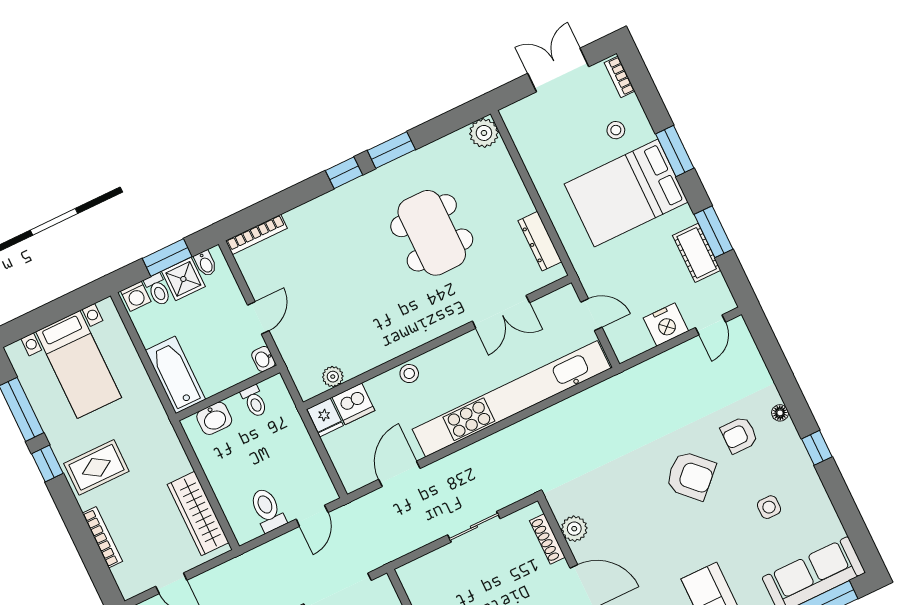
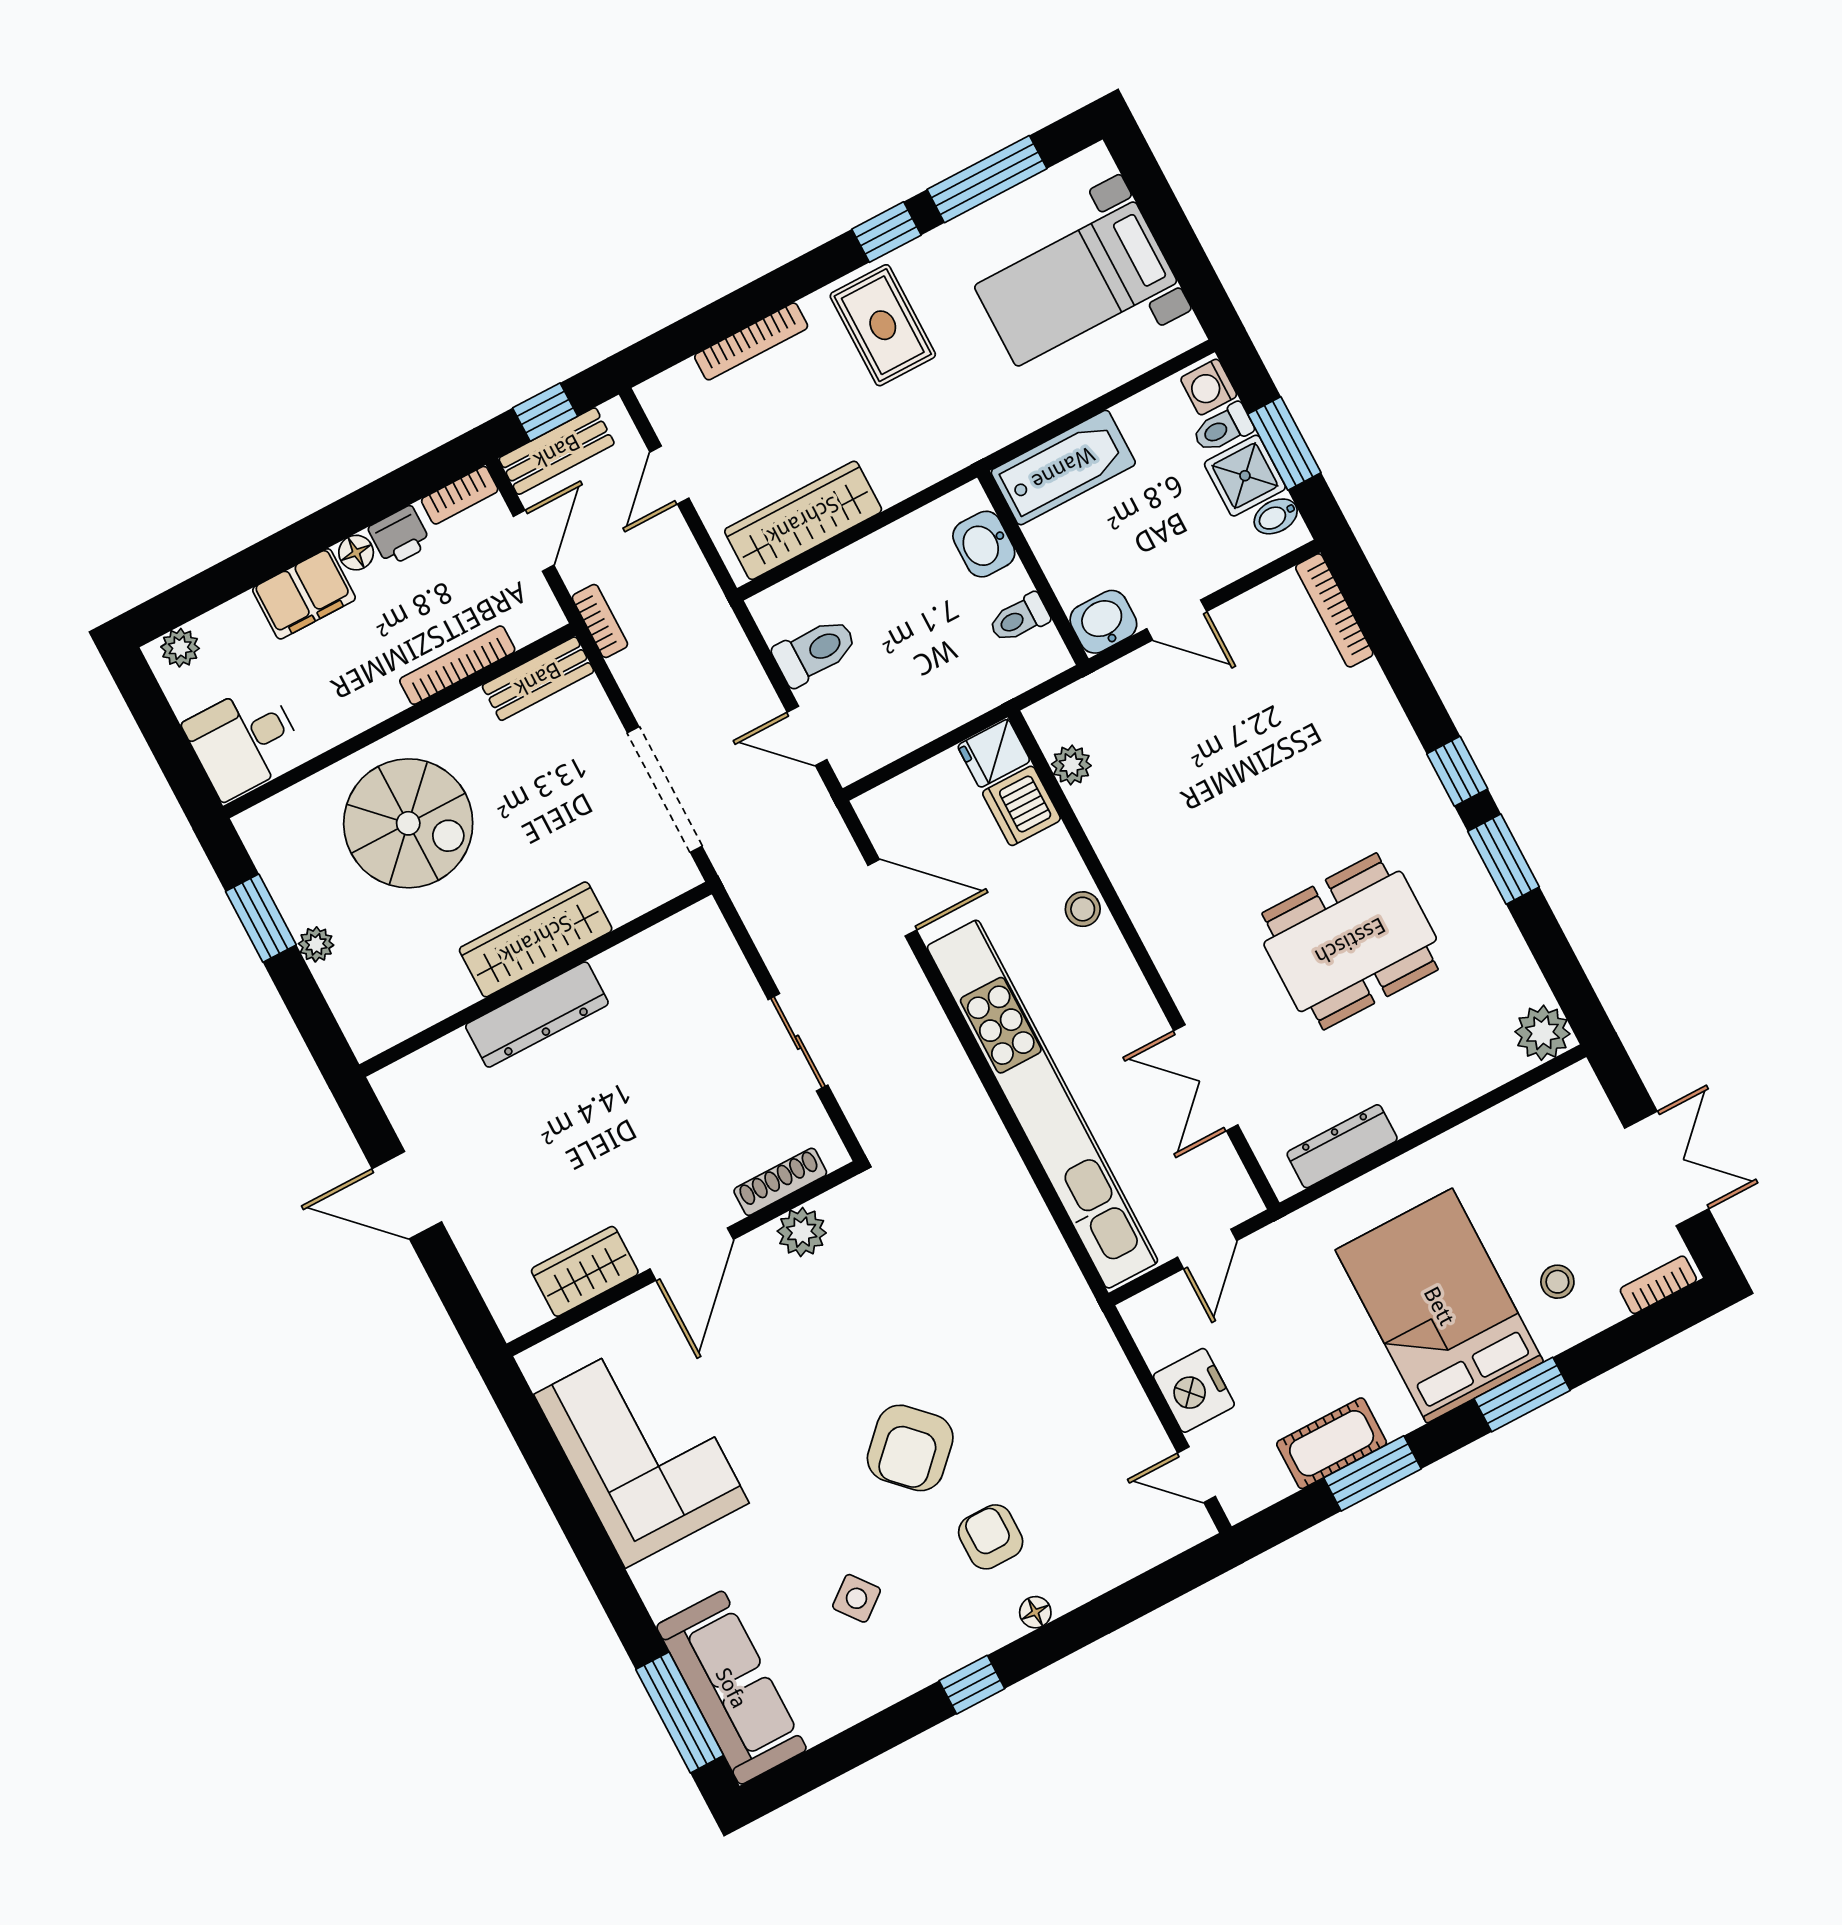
washbasin: (263, 359) -> (1103, 622), width x1.38, depth x1.45
side table: (769, 507) -> (857, 1598), turned -38

